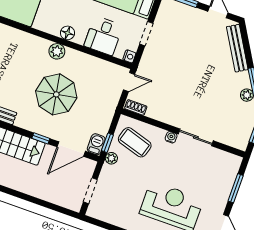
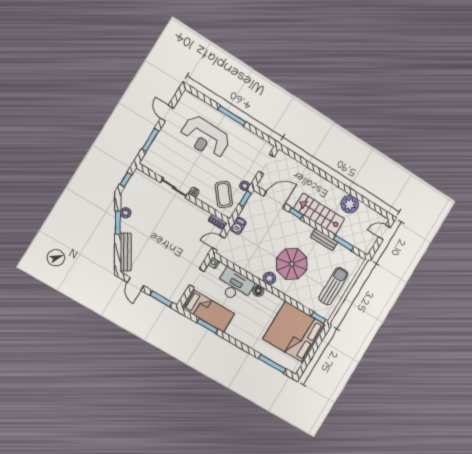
desk: (103, 36) -> (235, 286), width x1.37
parasol: (56, 94) -> (292, 264), moved
coffee table: (135, 142) -> (224, 194), turned 34
barbecue: (96, 144) -> (238, 226), moved

